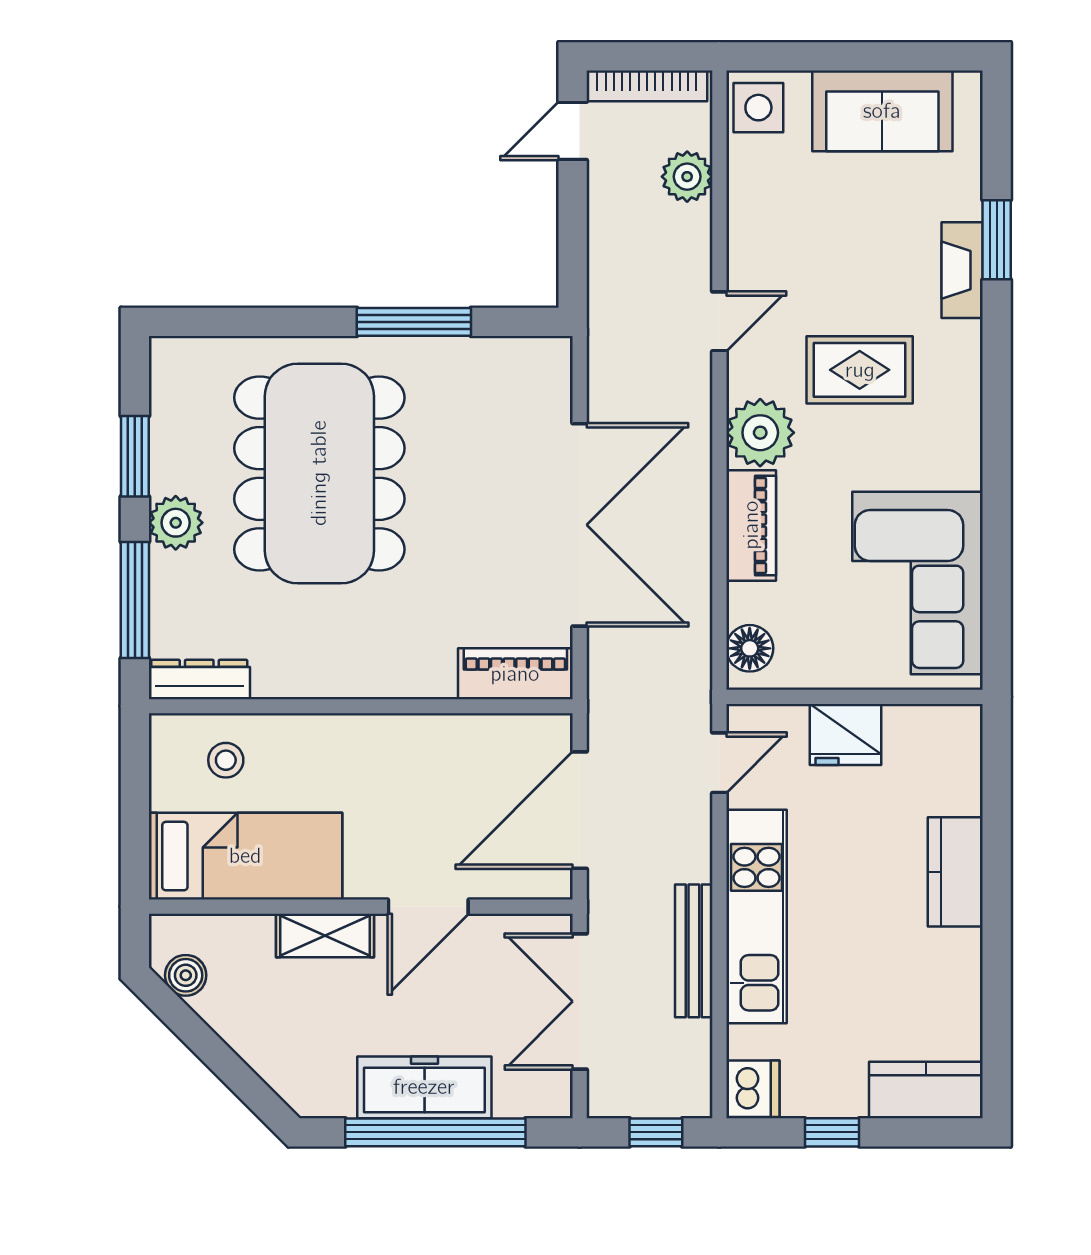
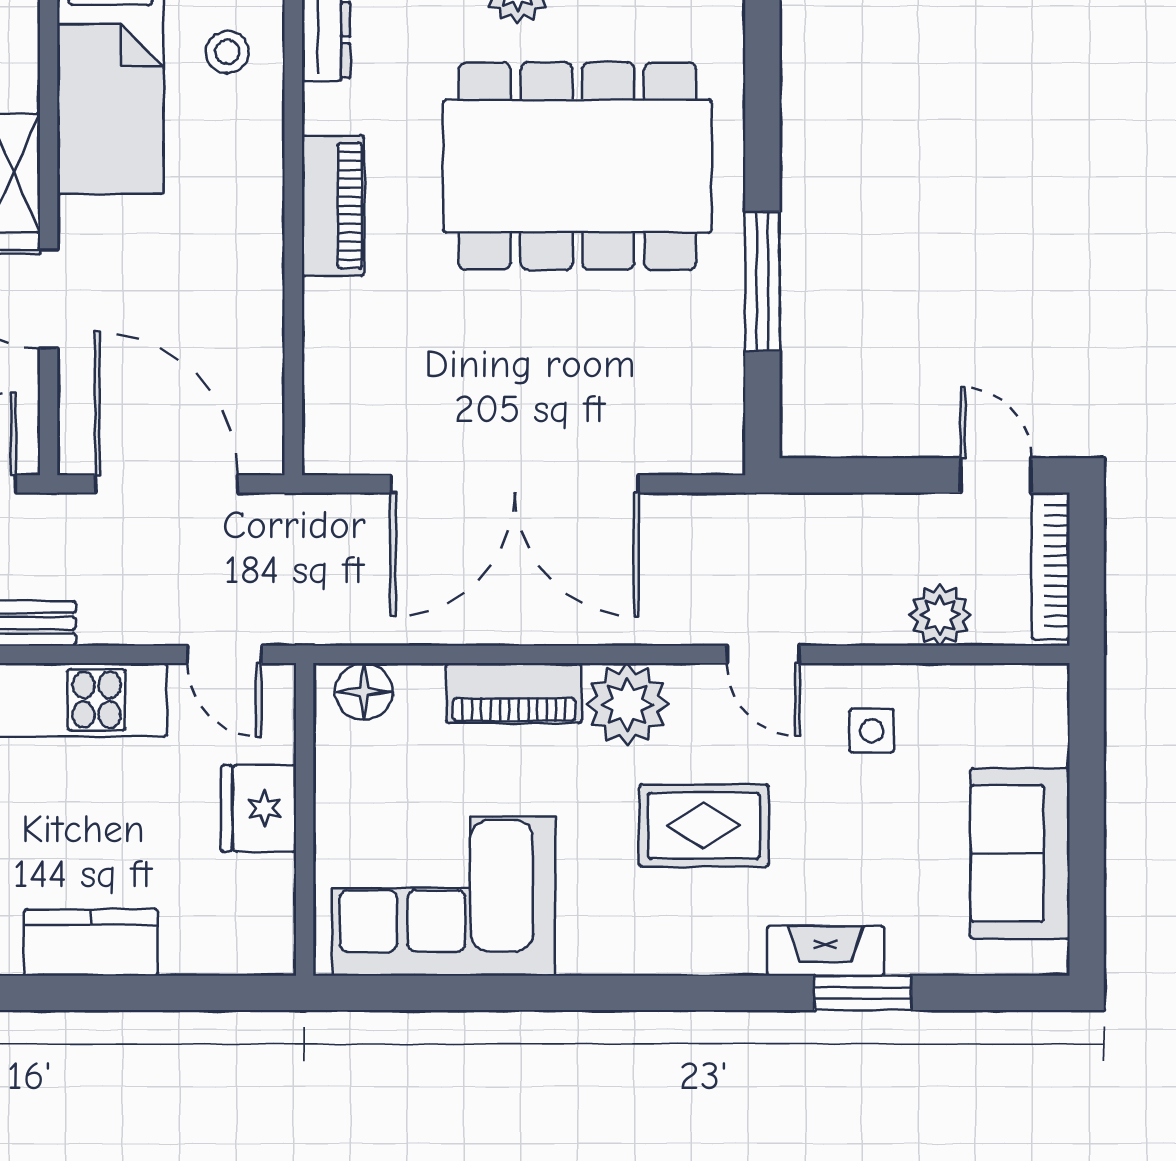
side table: (758, 108) -> (872, 731), moved, width x0.73, depth x0.73
rug: (860, 370) -> (704, 826), turned 90
piano: (515, 674) -> (333, 206), moved

